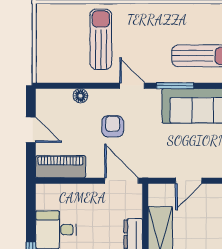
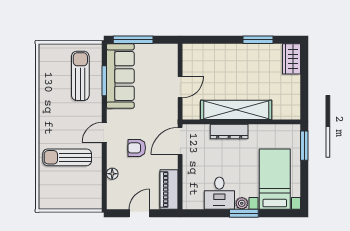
window: (175, 86) -> (104, 81), moved
door: (189, 181) -> (180, 87), hinge flipped

